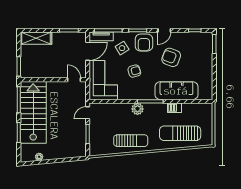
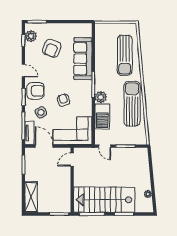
plant: (199, 38) -> (31, 36), added
armchair: (171, 57) -> (52, 48), moved
barbecue: (175, 108) -> (102, 116), moved, width x1.88, depth x1.53
sun lounger: (131, 141) -> (132, 104), width x1.36, depth x1.34

